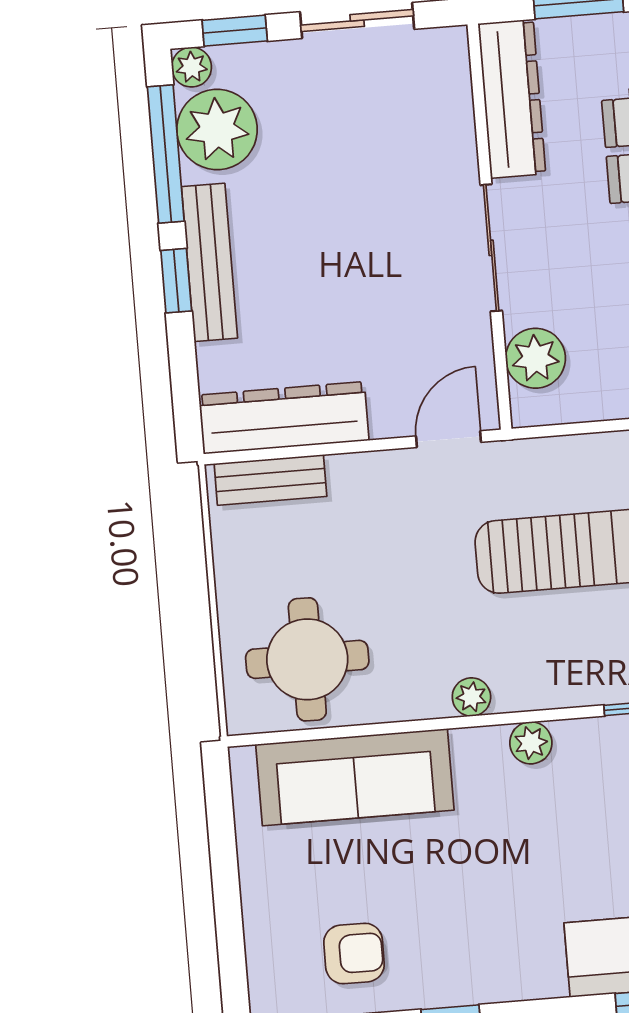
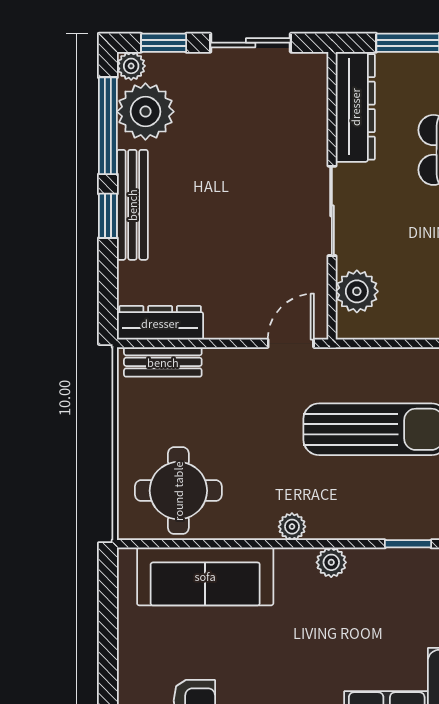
dresser: (284, 418) -> (160, 323), width x0.73, depth x0.80

